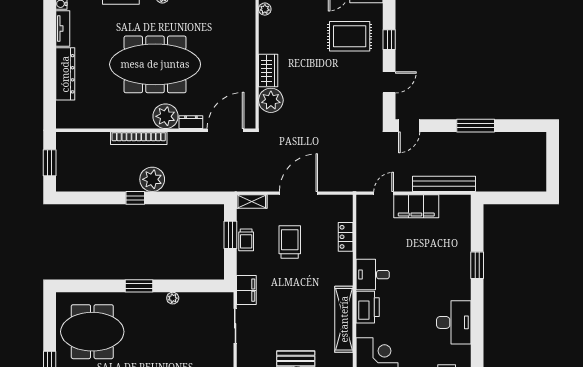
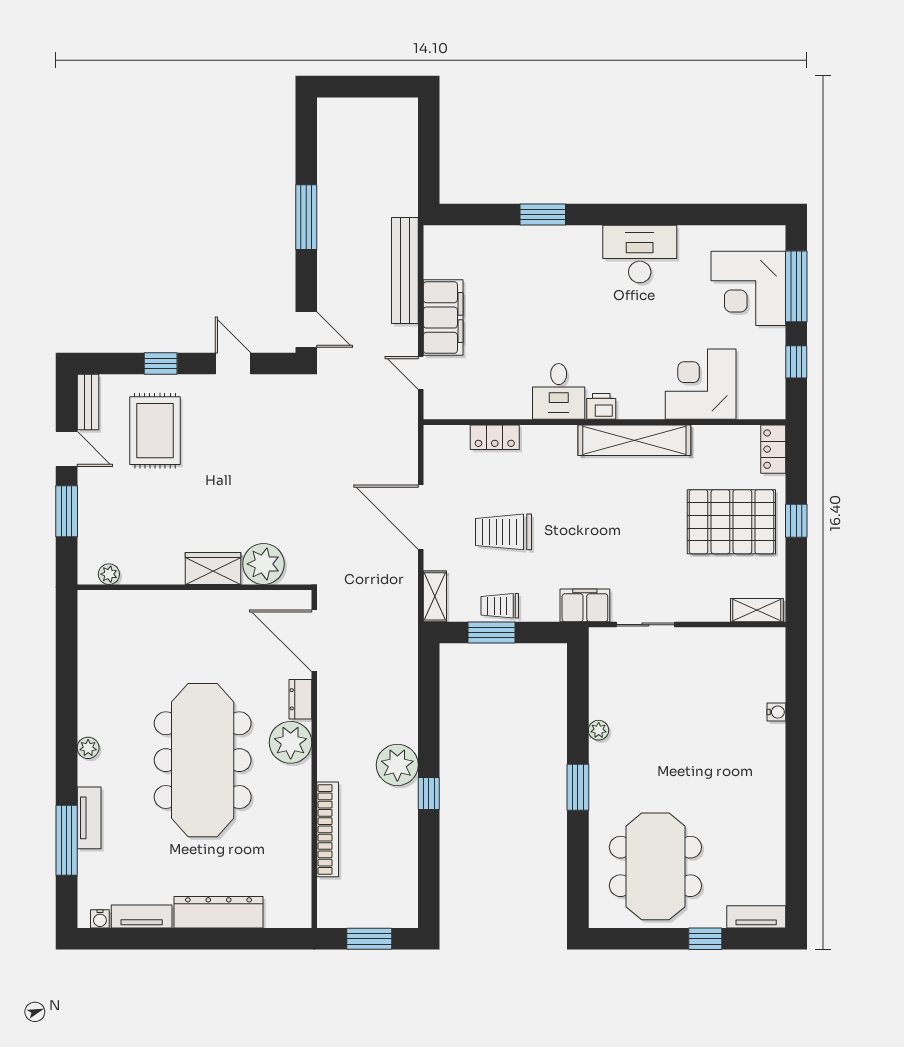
bookcase: (139, 138) -> (328, 829), moved
trolley: (246, 240) -> (500, 606), turned 180
printer: (368, 307) -> (601, 406), width x0.53, depth x0.68

